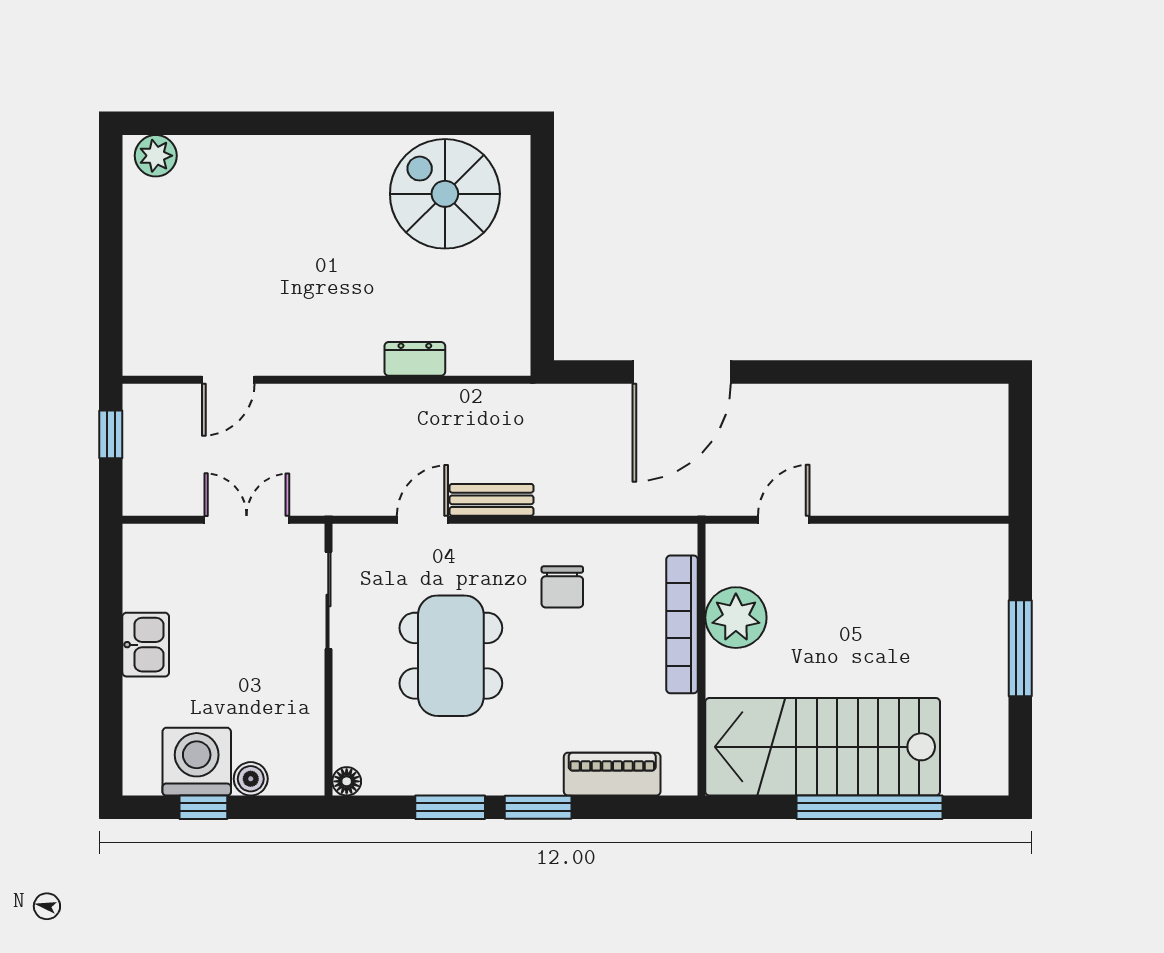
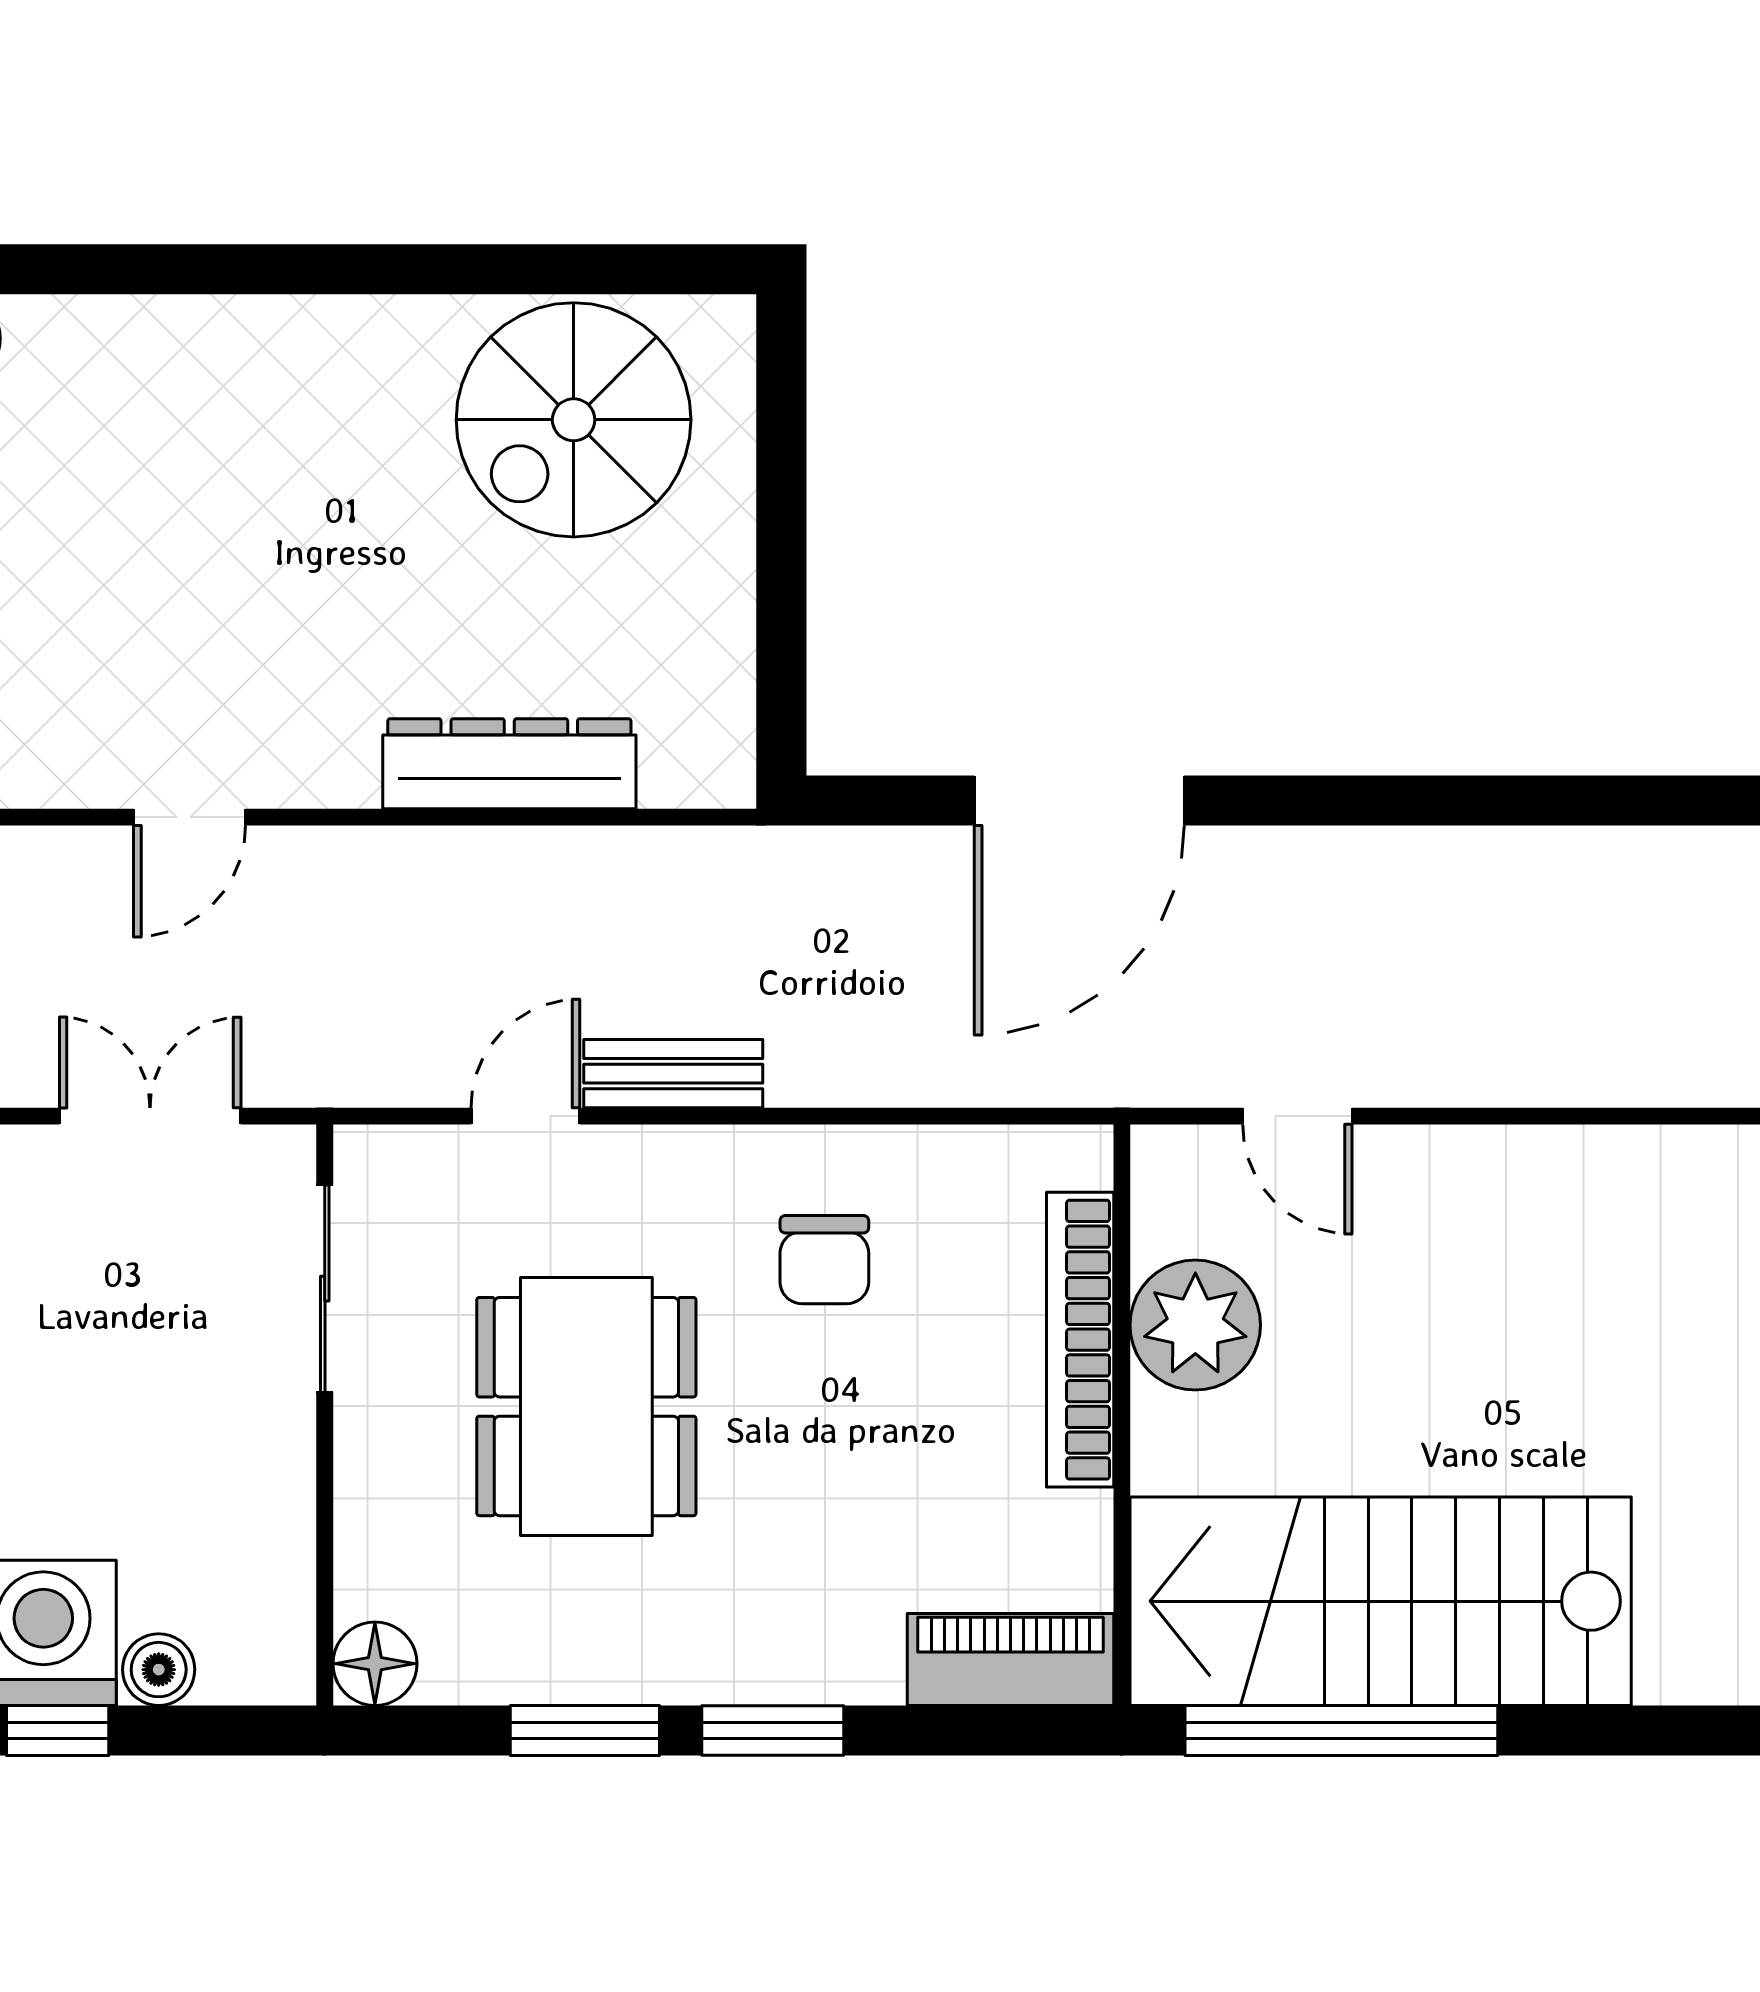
spiral stairs: (445, 194) -> (574, 420), turned -90
dresser: (415, 359) -> (509, 764), width x1.96, depth x1.24
door: (228, 380) -> (190, 817), moved
door: (784, 520) -> (1297, 1116), swing flipped
piano: (612, 774) -> (1010, 1659), moved
floor lamp: (347, 781) -> (375, 1664), width x1.37, depth x1.37
window: (869, 807) -> (1341, 1730), moved

